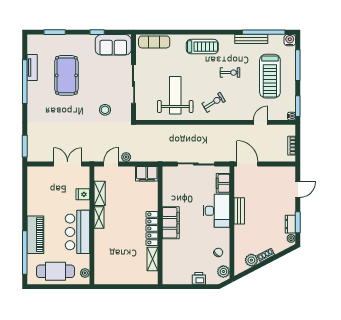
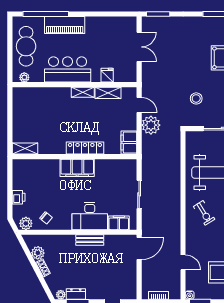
plant: (126, 157) -> (151, 125), width x1.87, depth x1.87
double door: (68, 164) -> (139, 47), moved
sliding door: (196, 164) -> (139, 194), width x0.73
locker: (152, 228) -> (85, 148), moved
shelving: (152, 259) -> (25, 148), moved

